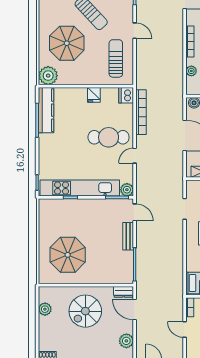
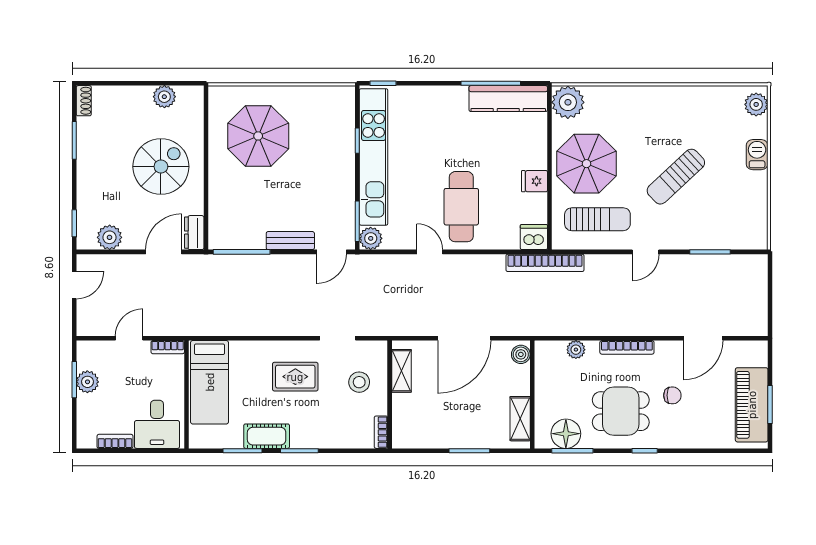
parasol: (67, 43) -> (586, 164), moved
bookcase: (141, 112) -> (545, 263), moved
spiral stairs: (85, 311) -> (161, 167), turned 90

